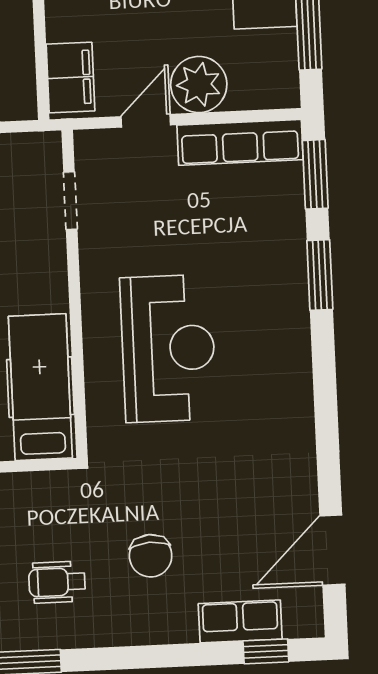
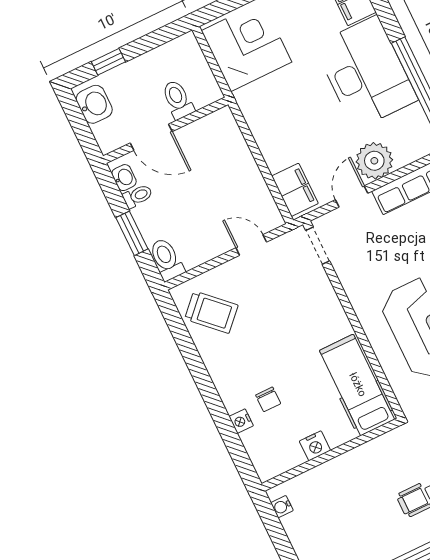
doorway: (70, 201) -> (318, 246), moved

